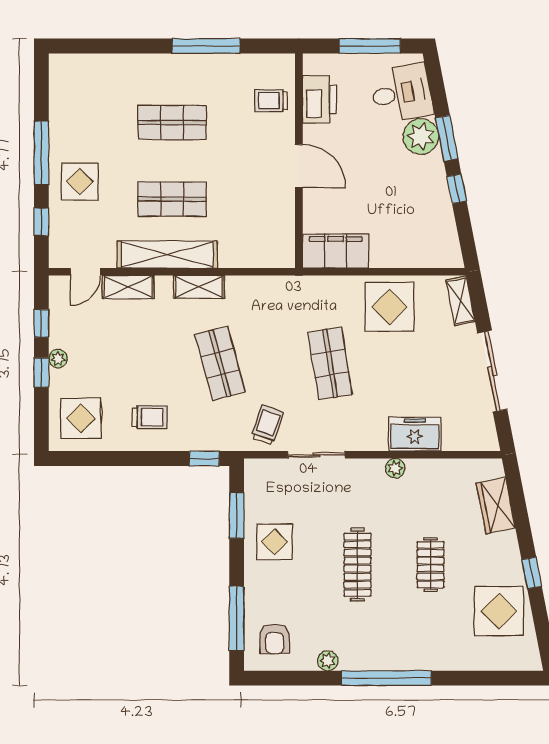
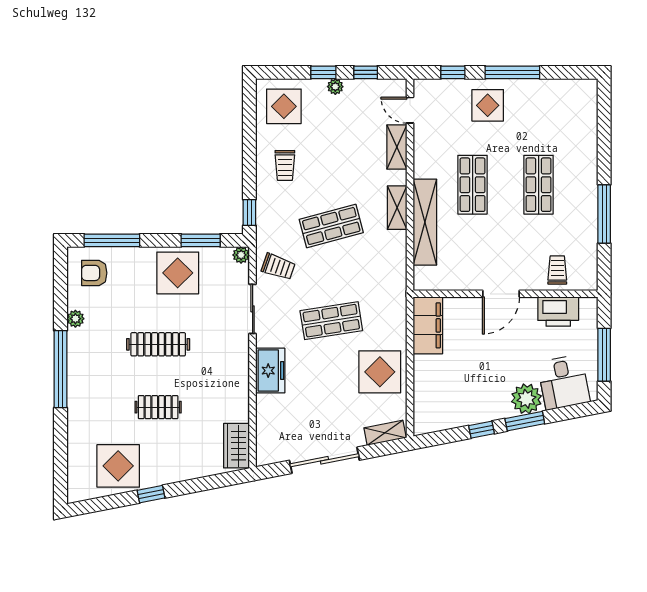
shelving: (167, 254) -> (425, 222), moved
freezer: (415, 434) -> (270, 371), moved
plant: (395, 468) -> (241, 255), moved
wardrobe: (496, 505) -> (237, 446), moved, turned -79
display table: (275, 542) -> (178, 273), width x1.36, depth x1.36

